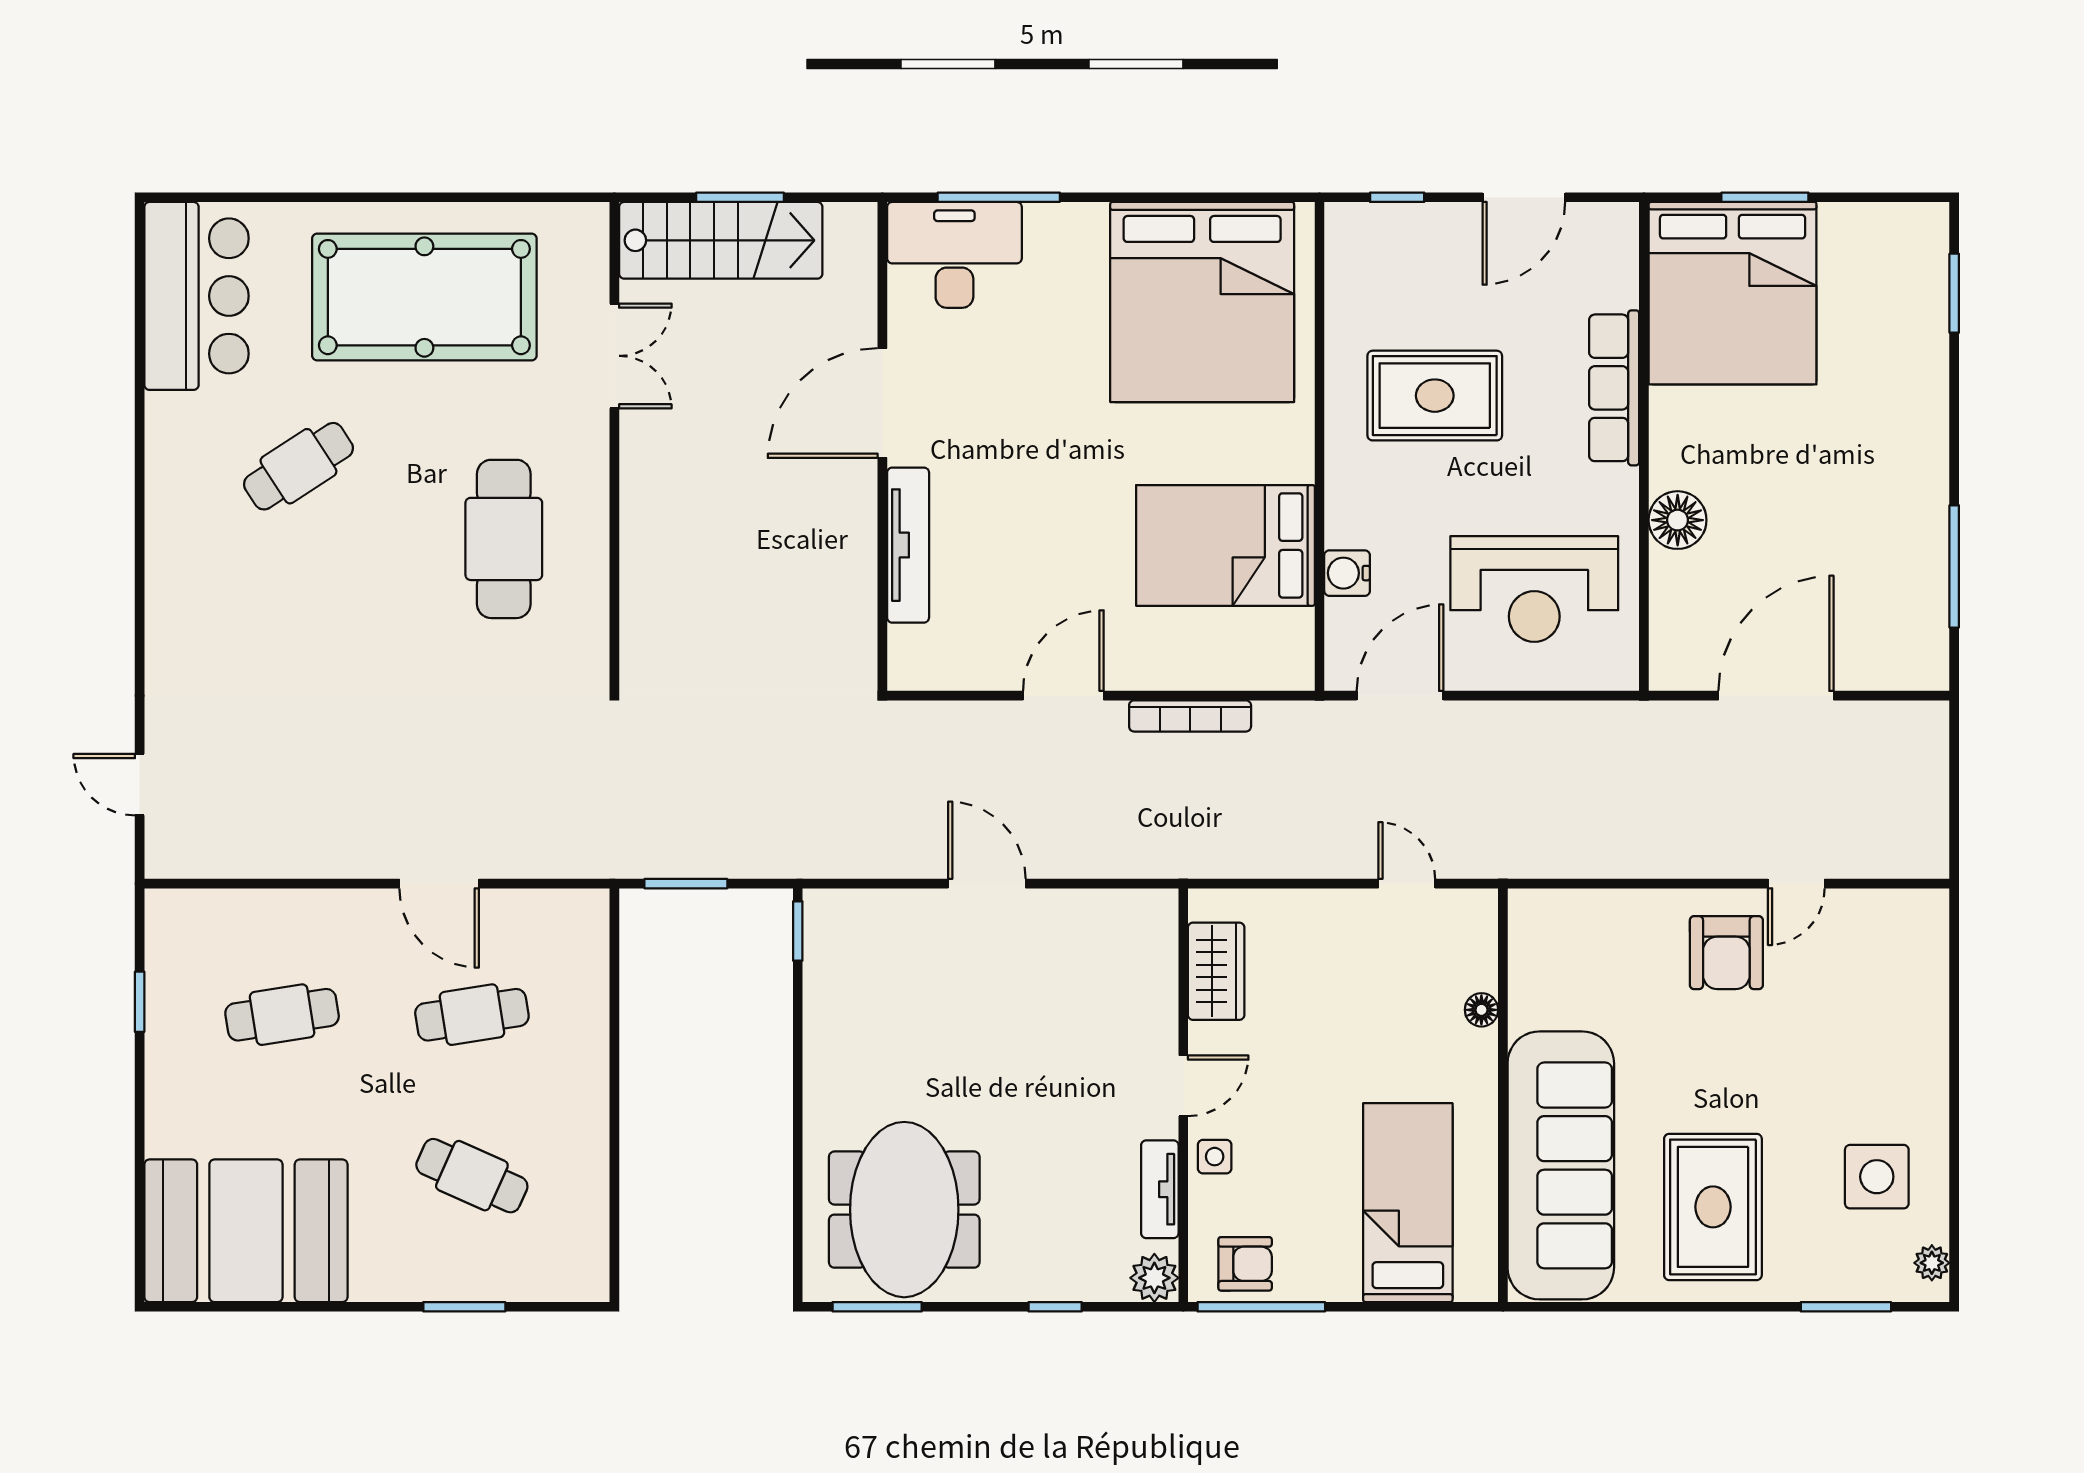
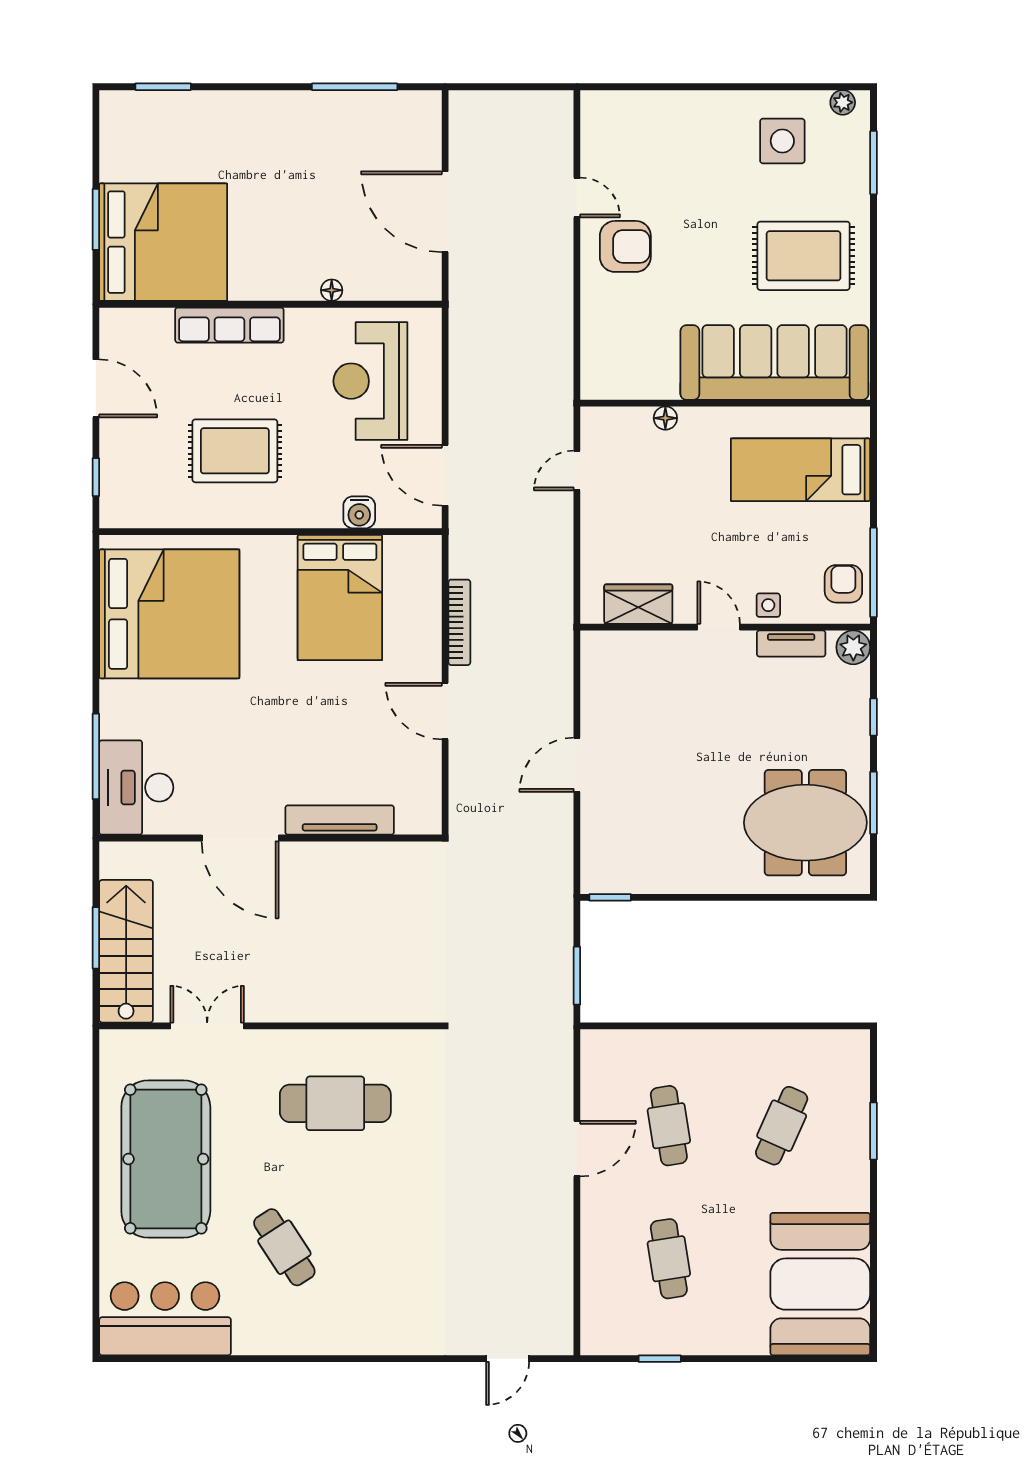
rug: (1435, 396) -> (235, 451), turned 90
floor lamp: (1678, 520) -> (332, 290), width x0.53, depth x0.53
reception desk: (1534, 589) -> (370, 381), turned 180
window: (877, 1307) -> (873, 803), moved

